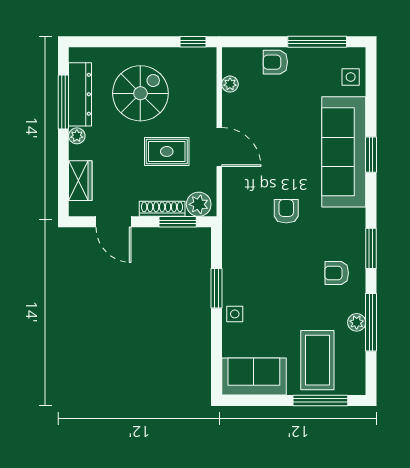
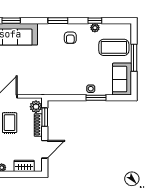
armchair: (286, 211) -> (39, 63), removed
window: (216, 288) -> (96, 98), moved
window: (371, 322) -> (95, 21), width x0.46
window: (320, 400) -> (134, 58), moved

